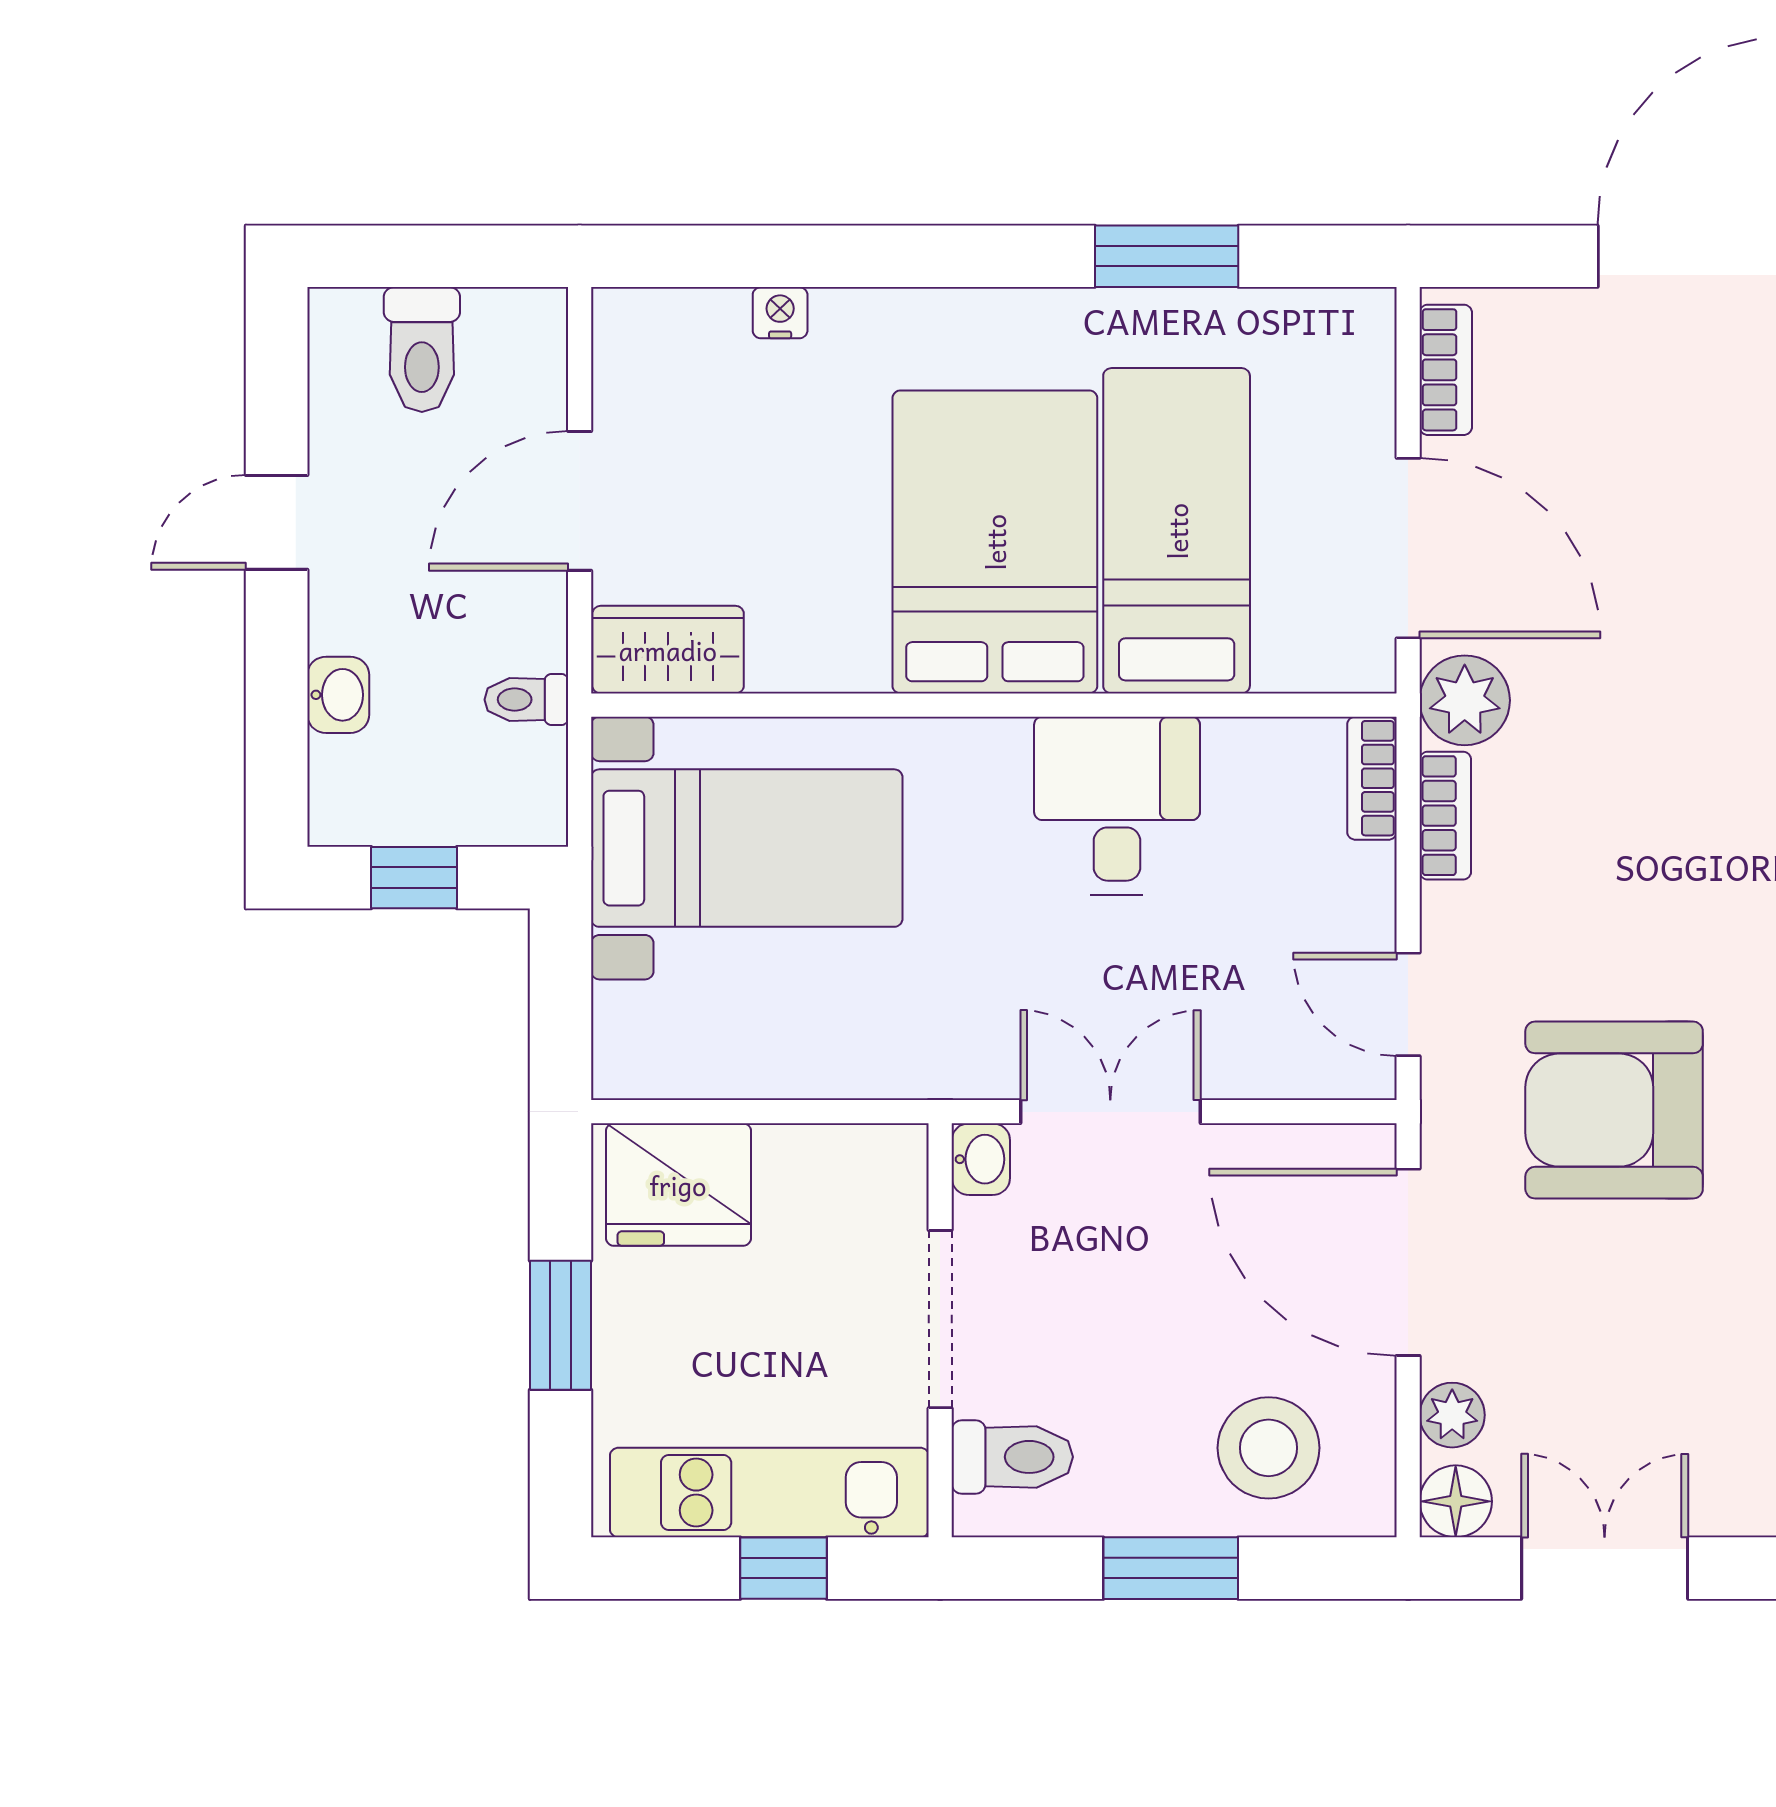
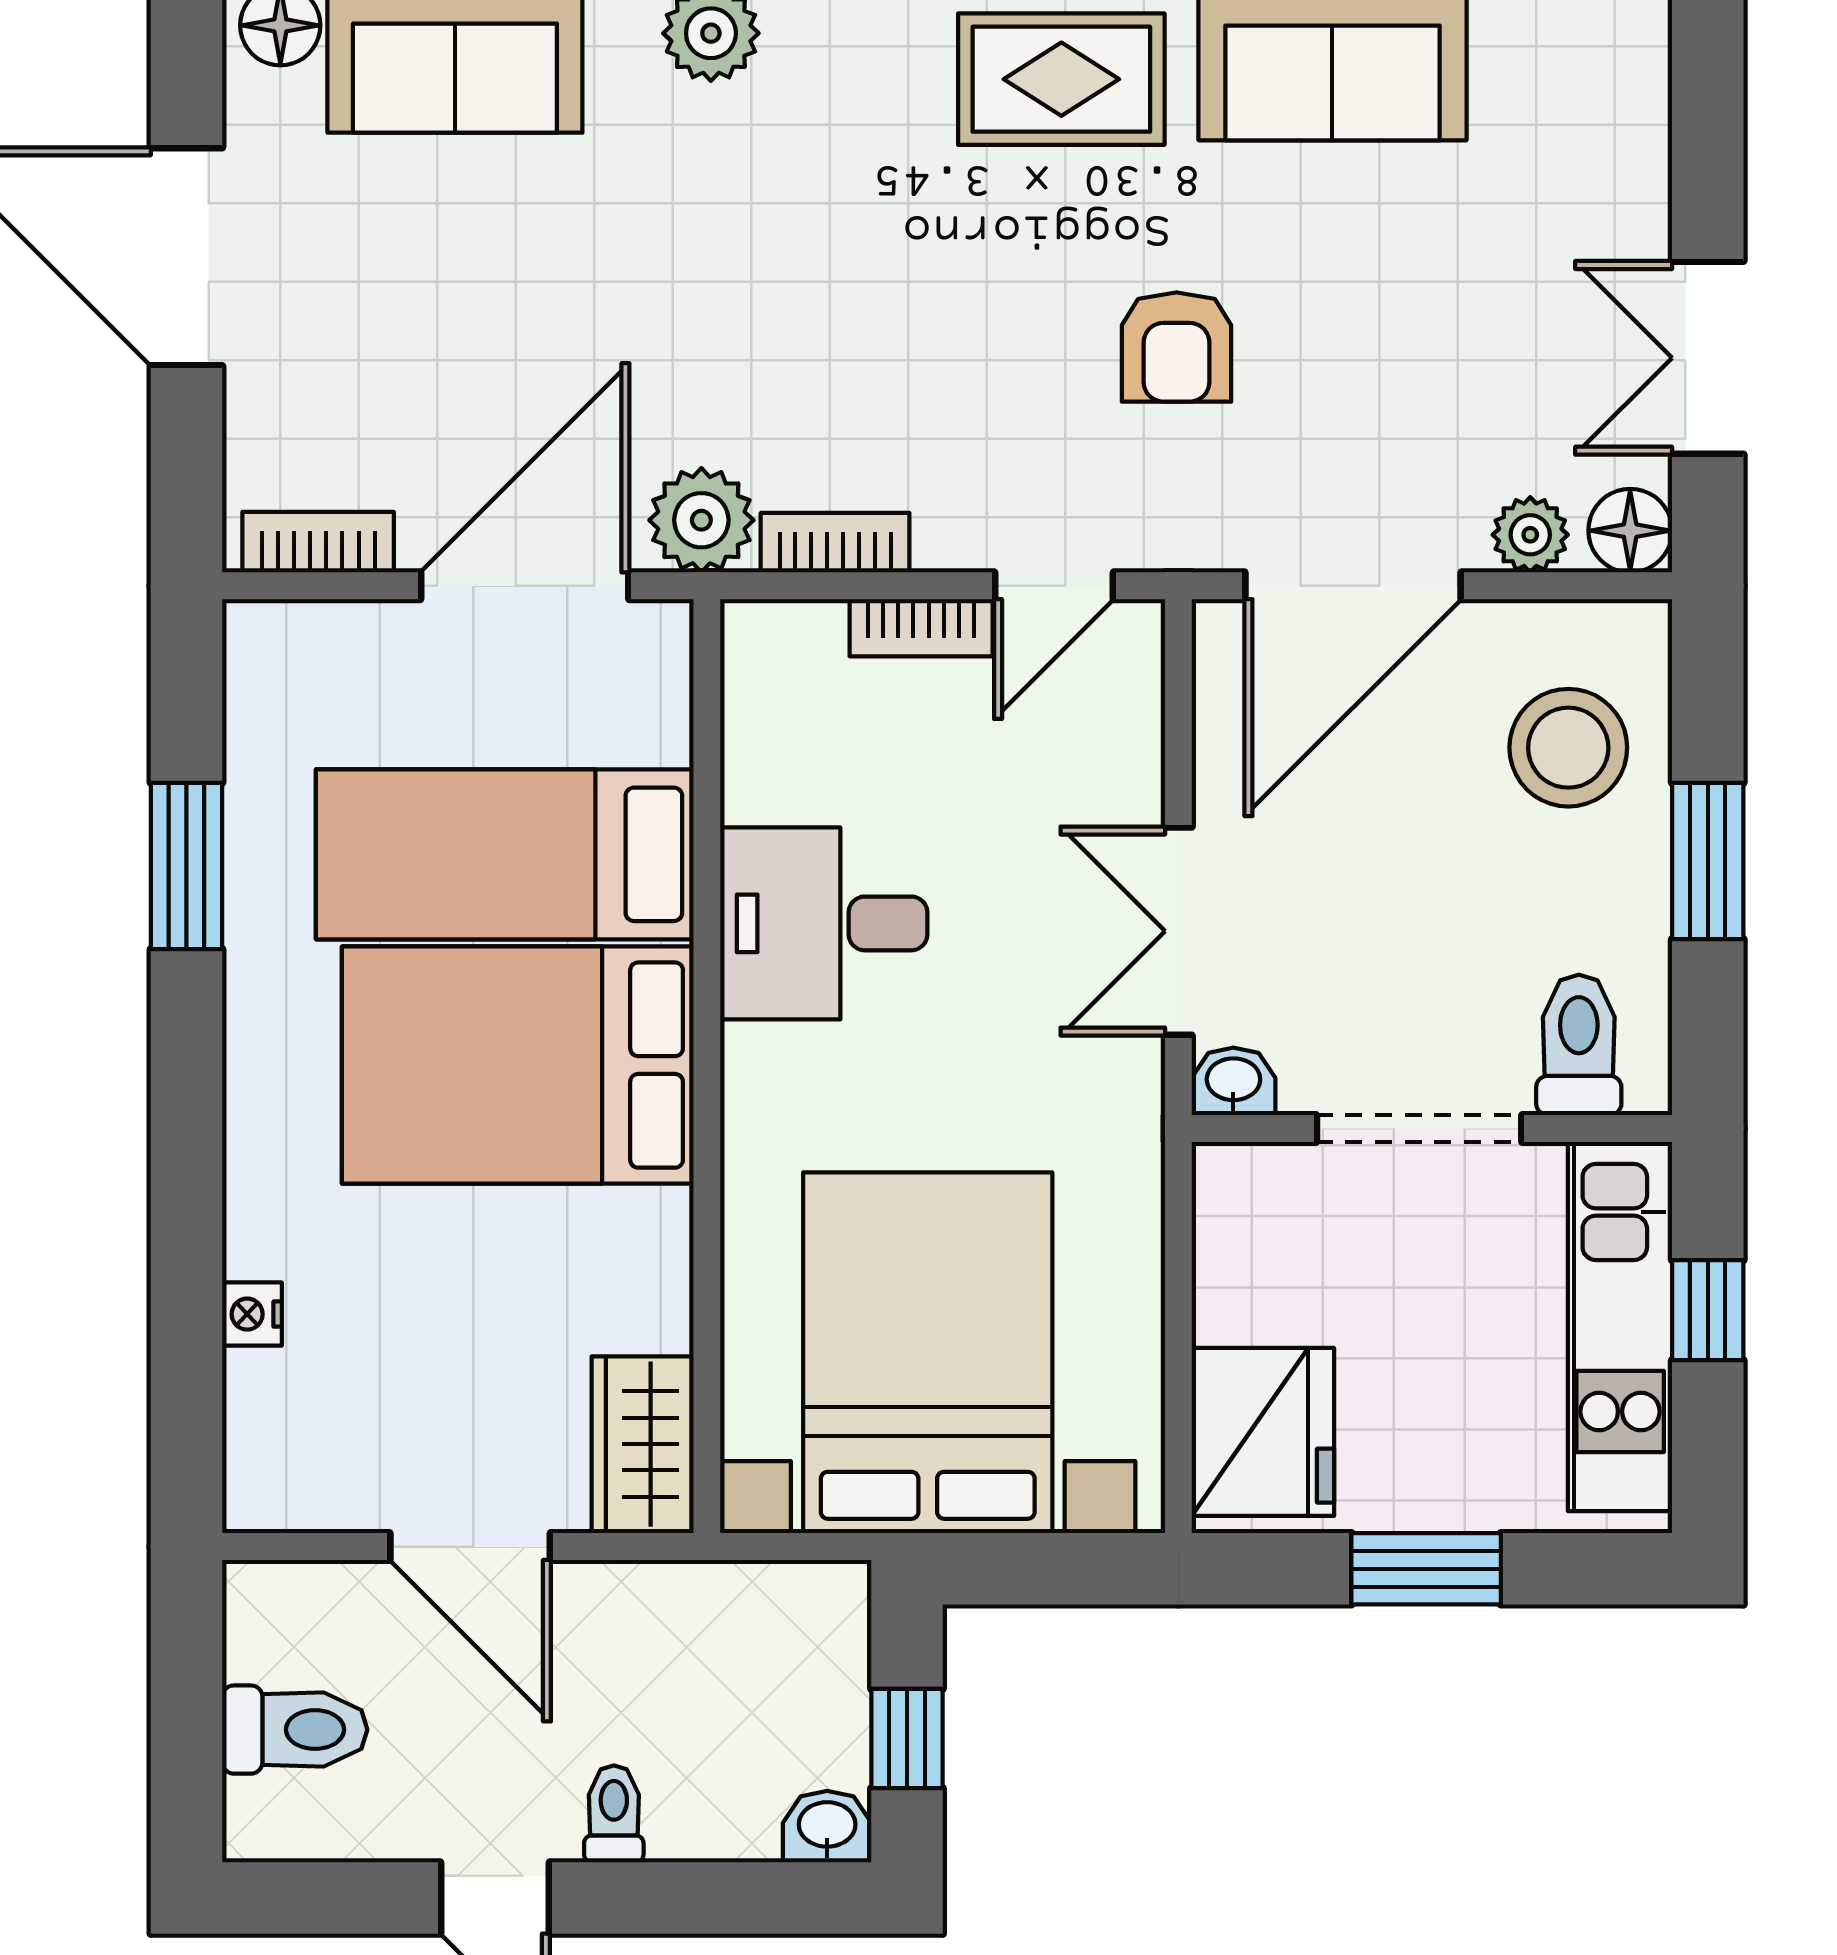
washbasin: (338, 695) -> (827, 1827), moved
toilet: (526, 700) -> (614, 1814), moved, turned 180
bookcase: (1372, 778) -> (921, 628), moved
bed with nightstands: (747, 848) -> (928, 1353), width x1.36
armchair: (1614, 1110) -> (1176, 347), width x0.53, depth x0.53

